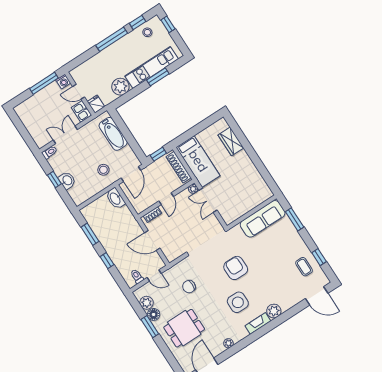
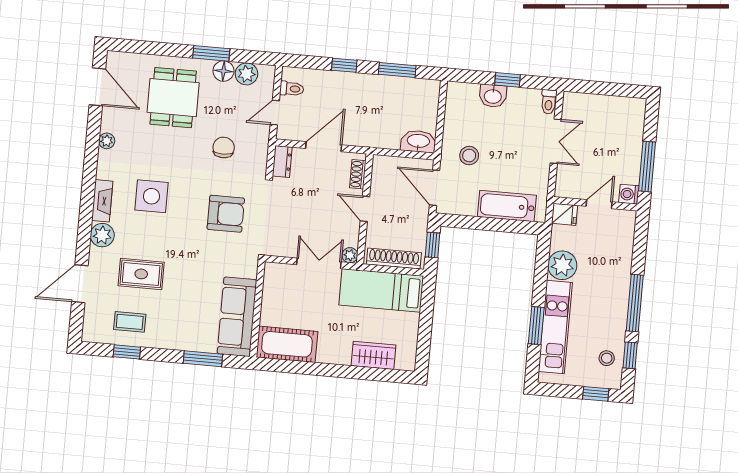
kitchen sink: (81, 111) -> (570, 187), removed
cot: (257, 186) -> (287, 344), added
dresser: (174, 254) -> (282, 161), added
armchair: (236, 268) -> (226, 214), moved
rug: (278, 279) -> (141, 274), added
door: (317, 296) -> (80, 284), moved

